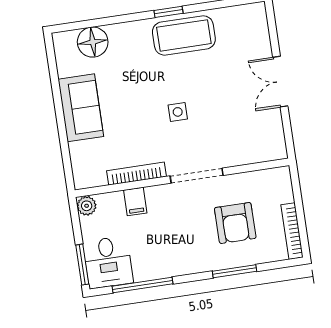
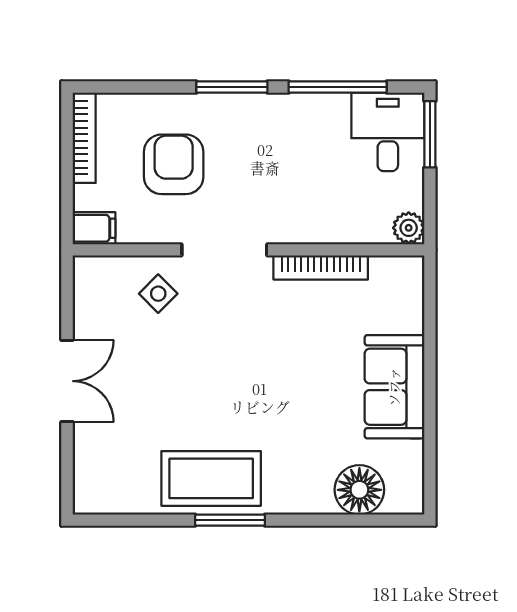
window: (169, 12) -> (230, 520), width x1.50
side table: (178, 112) -> (158, 294), moved, turned 45
filing cabinet: (135, 202) -> (94, 228), moved, turned 90
window: (234, 271) -> (232, 87), moved

